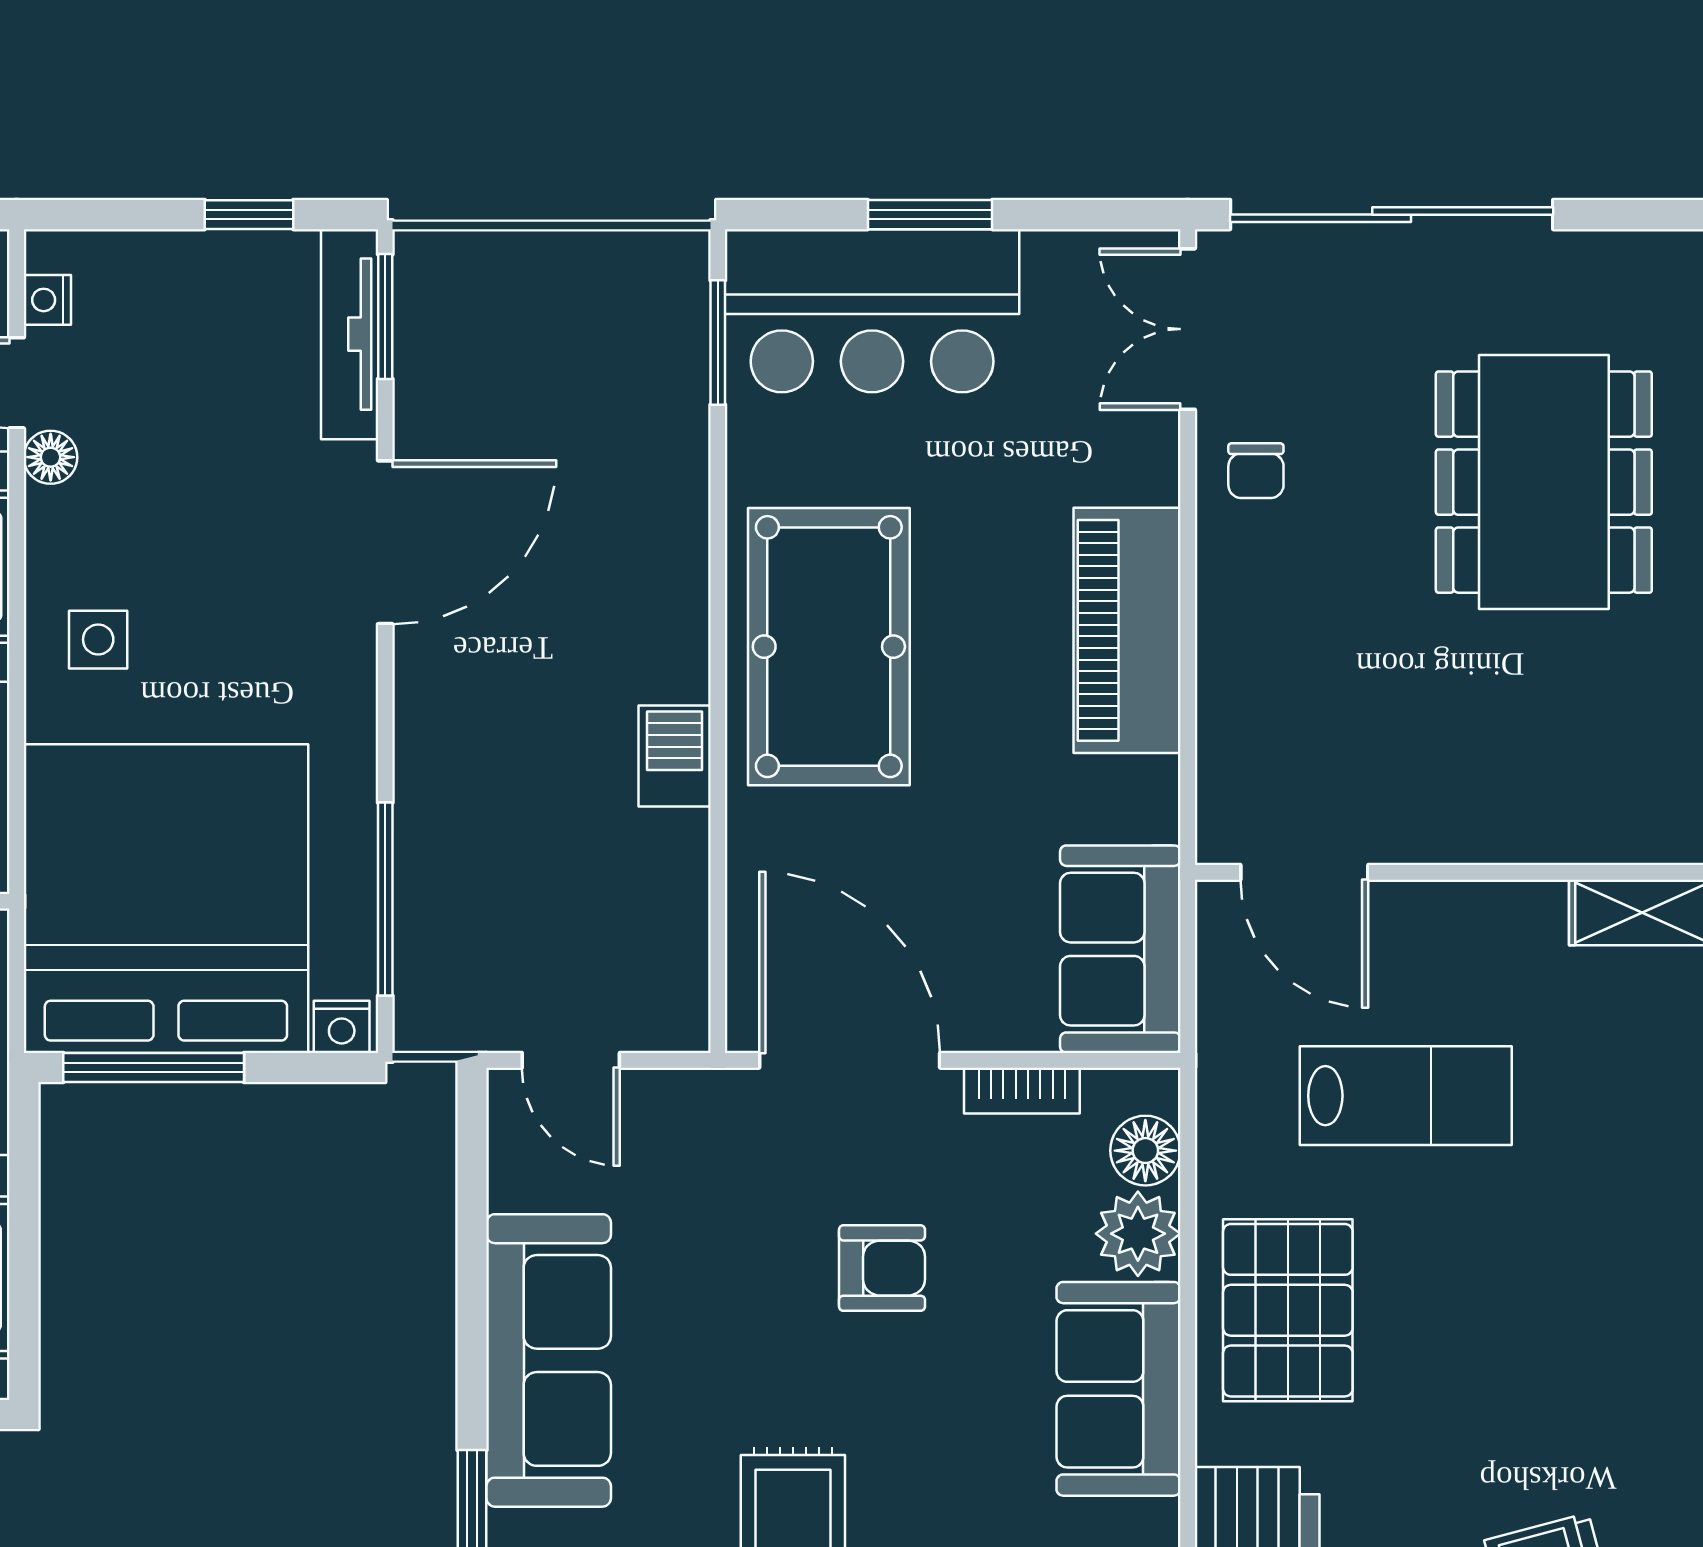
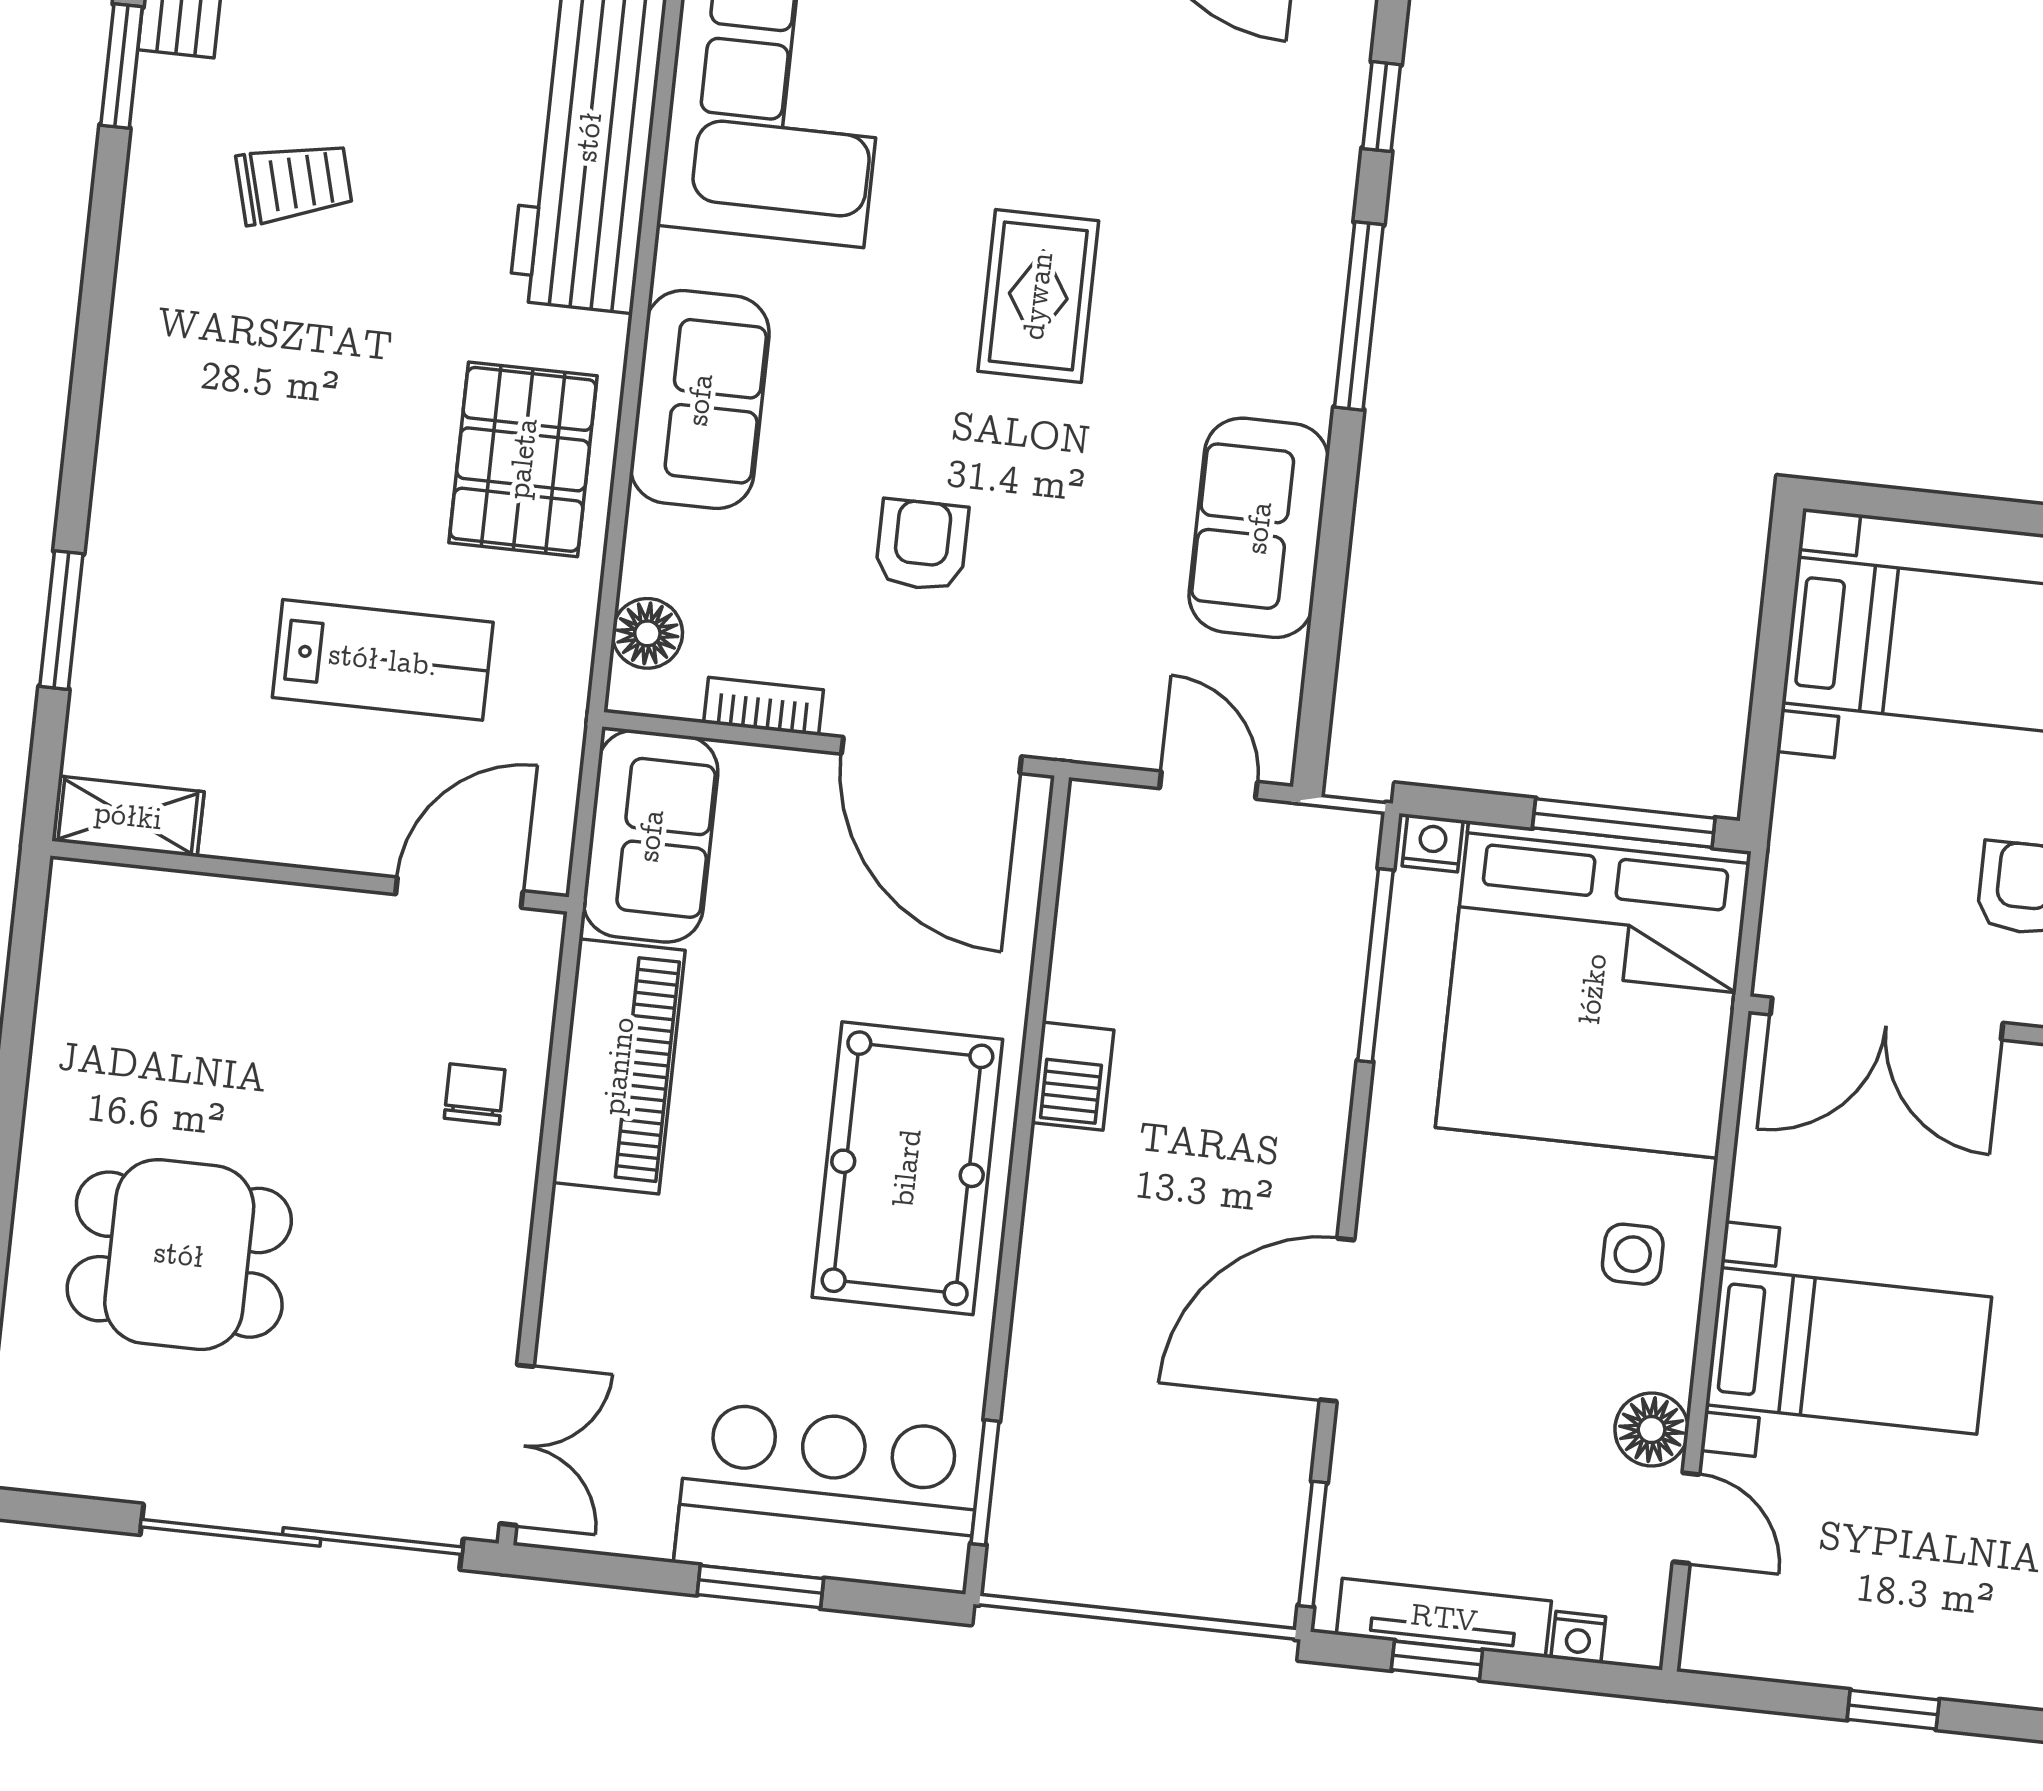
nightstand: (47, 300) -> (1578, 1637), moved, turned 90
tv unit: (350, 334) -> (1444, 1618), moved, turned -90
floor lamp: (51, 457) -> (1652, 1430), width x1.37, depth x1.37
chair: (1256, 471) -> (475, 1094), moved
dining table: (1544, 482) -> (179, 1255), width x0.73
piano: (1127, 630) -> (619, 1066), moved
door: (1304, 872) -> (459, 893), hinge flipped
lab bench: (1406, 1096) -> (383, 660), turned 180
plant: (1138, 1234) -> (664, 552), removed
armchair: (882, 1268) -> (922, 545), turned 90
sofa: (549, 1360) -> (1259, 528), width x0.73

